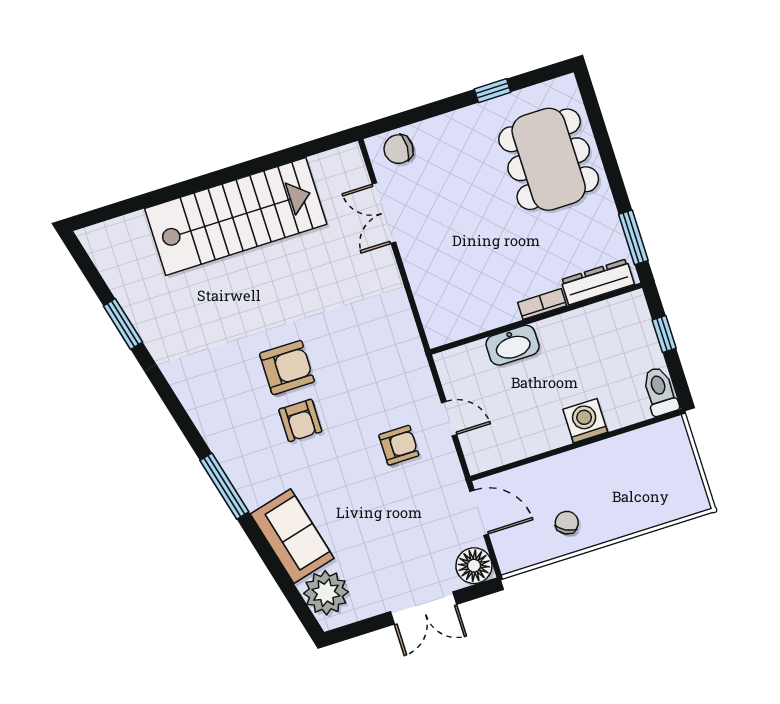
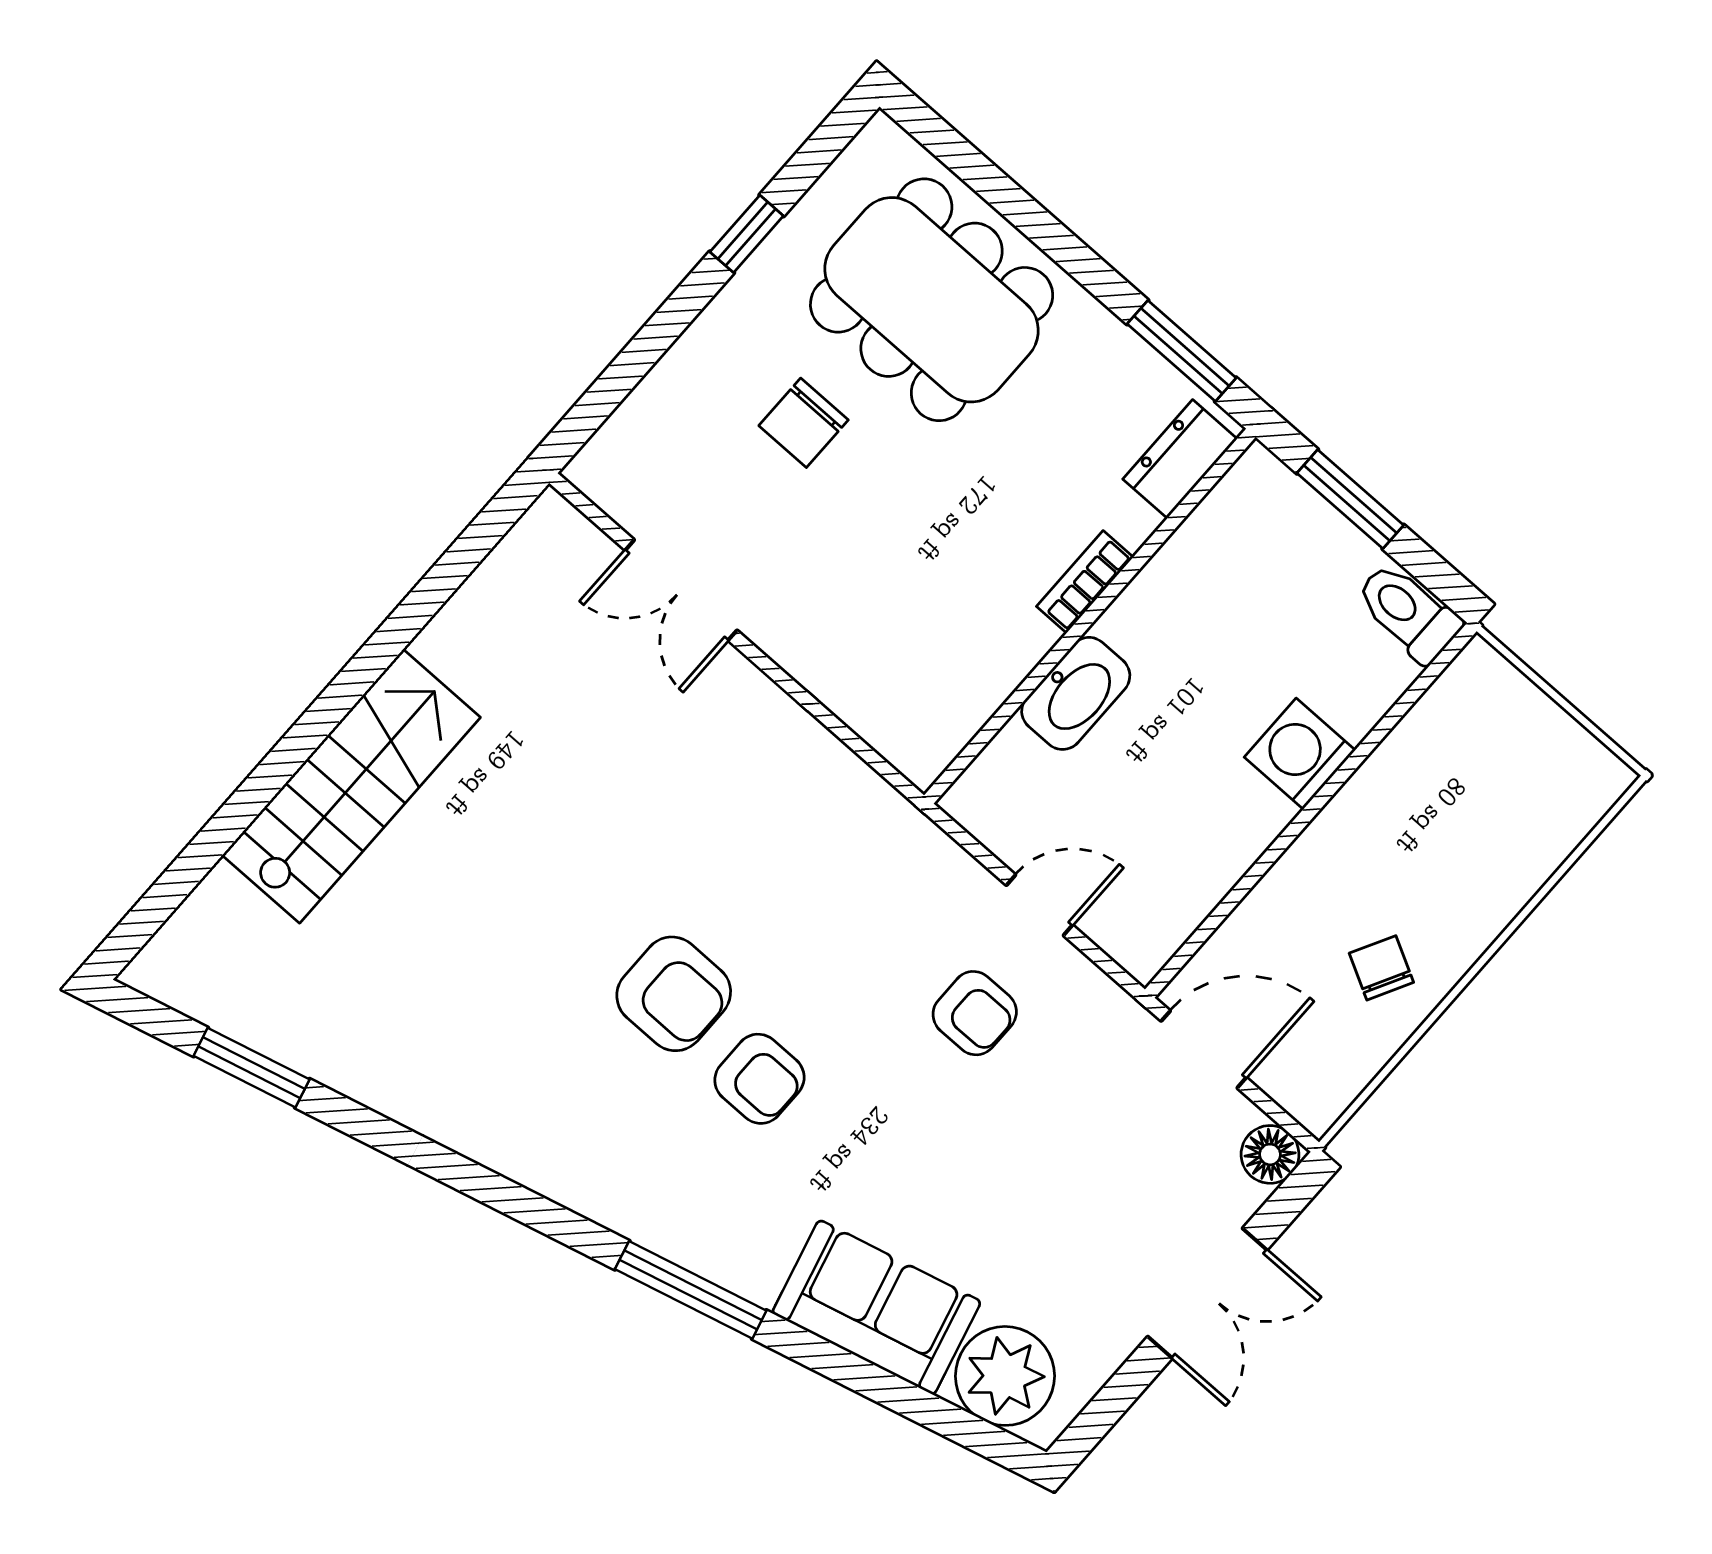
chair: (399, 149) -> (804, 423), moved
stairs: (236, 216) -> (351, 786), width x0.73, depth x0.66
dresser: (598, 282) -> (1180, 459), width x0.70
window: (123, 324) -> (252, 1068), moved
window: (664, 334) -> (1350, 499), width x1.50
armchair: (287, 368) -> (674, 994), turned 90
armchair: (399, 445) -> (975, 1013), turned 90
floor lamp: (474, 566) -> (1270, 1154), width x0.73, depth x0.73

